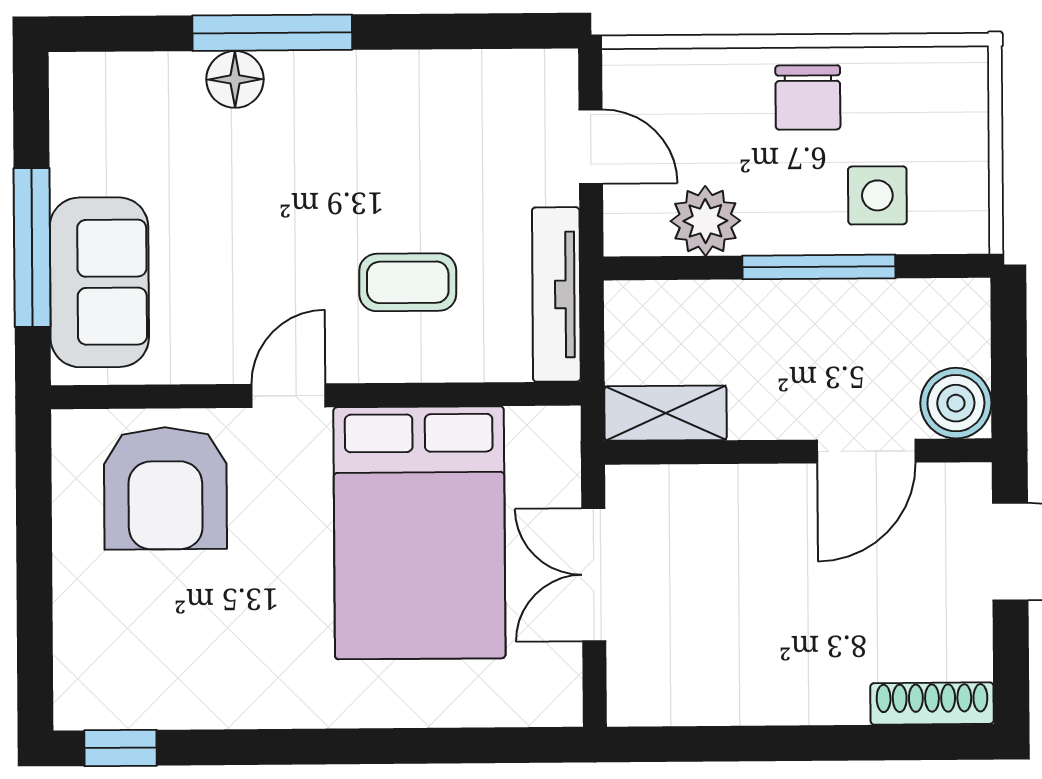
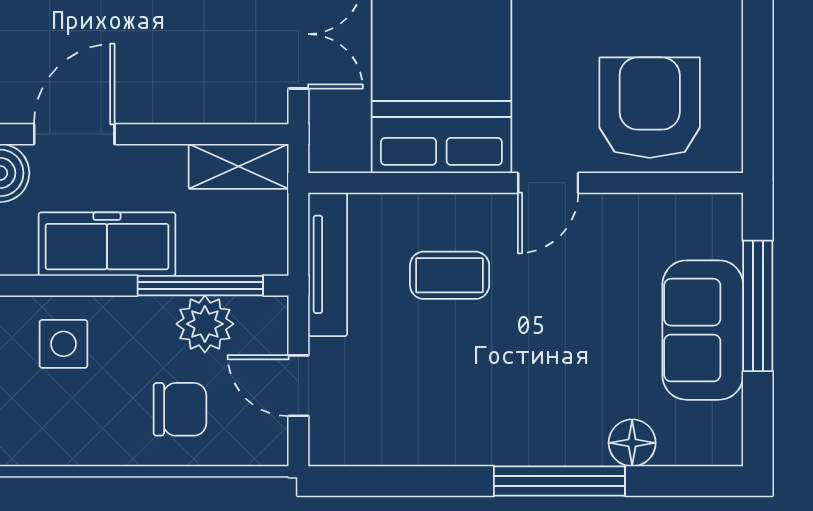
floor lamp: (235, 79) -> (632, 443), moved
chair: (808, 97) -> (180, 409), moved, turned 90
window: (819, 267) -> (200, 286), moved
sofa: (99, 282) -> (703, 330), moved
freezer: (825, 317) -> (107, 244), added

